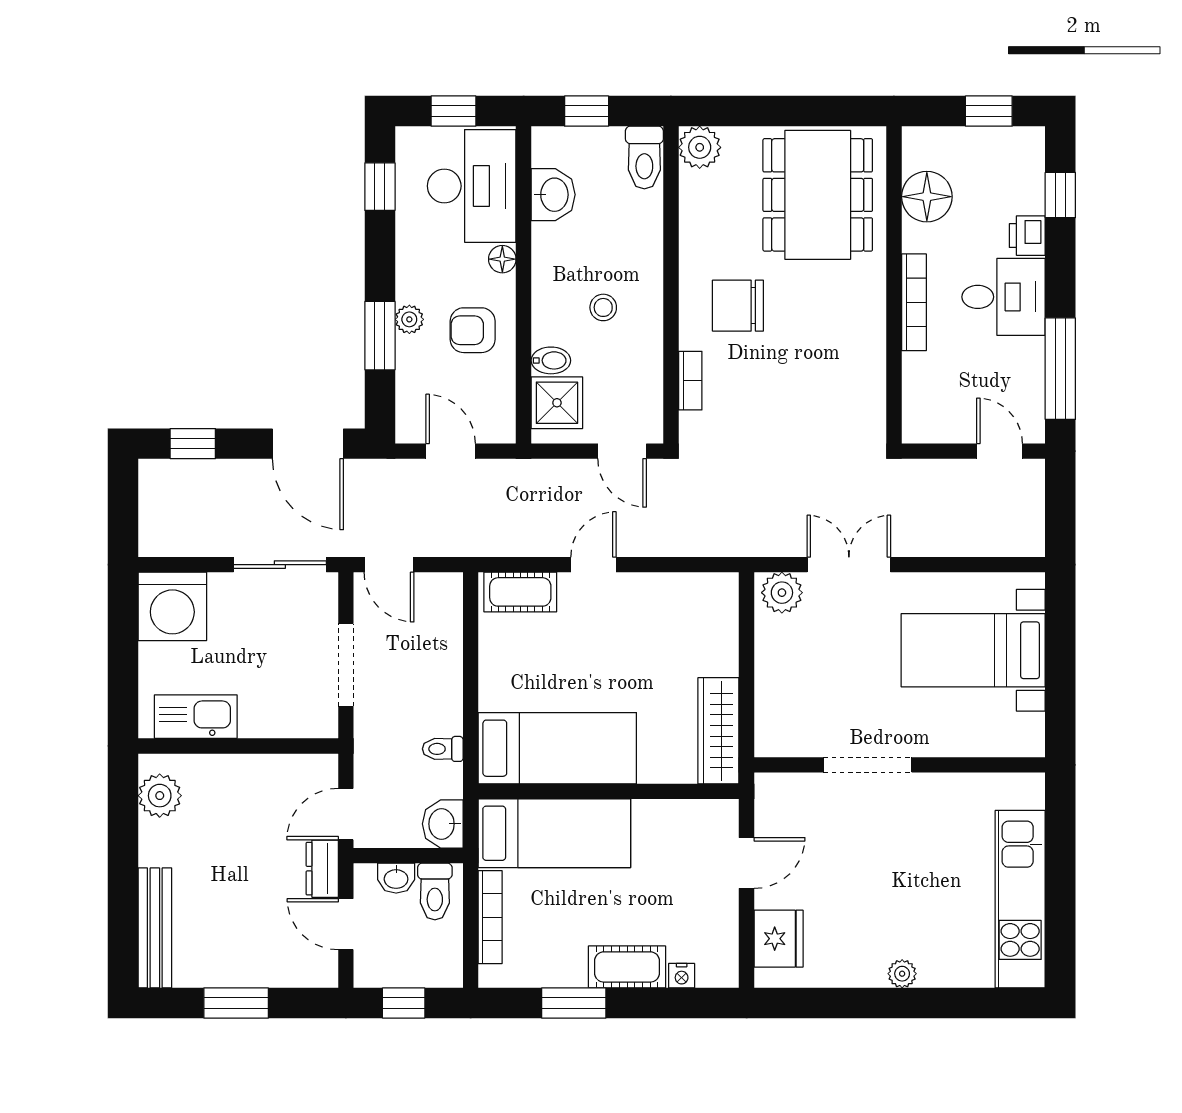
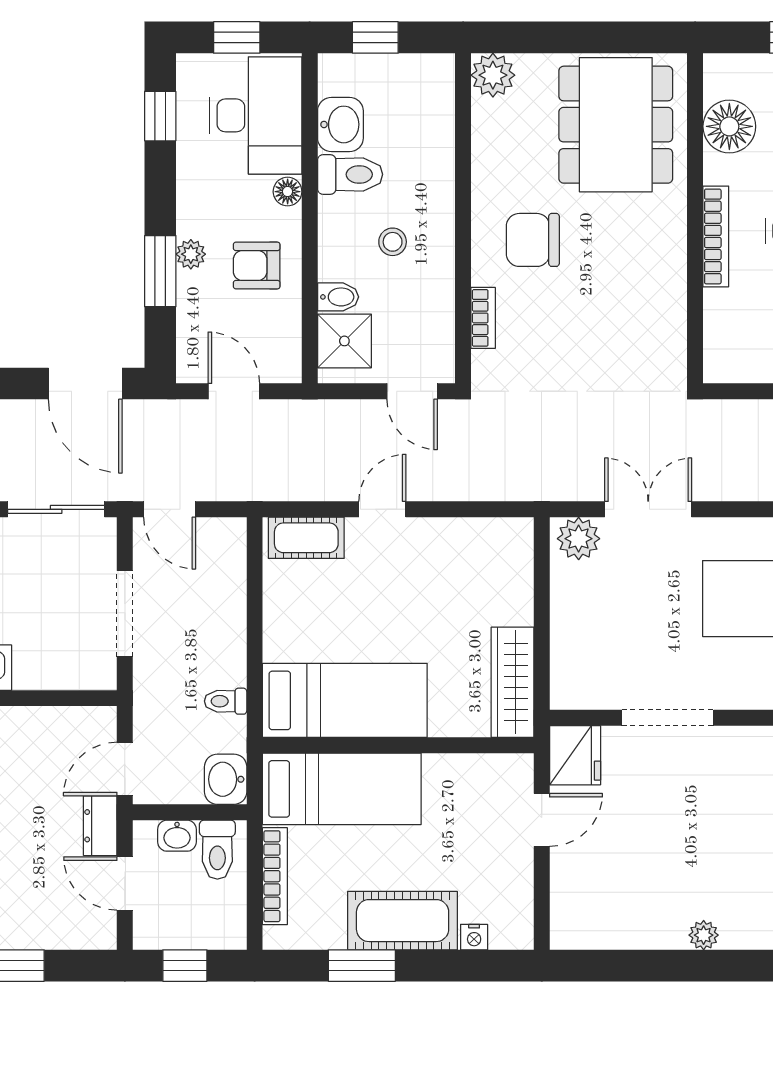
toilet: (644, 157) -> (350, 174), moved, turned -90
fridge: (779, 939) -> (575, 755), moved
cot: (627, 967) -> (403, 921), width x1.37, depth x1.34

